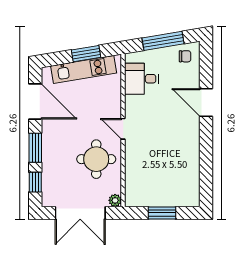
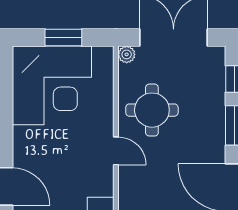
corner desk: (171, 177) -> (52, 85), added

